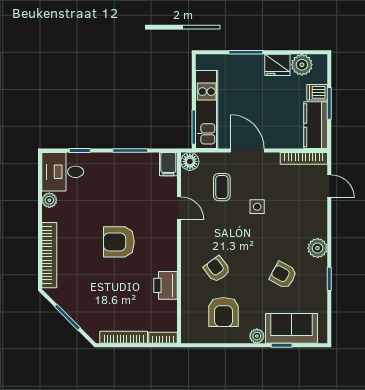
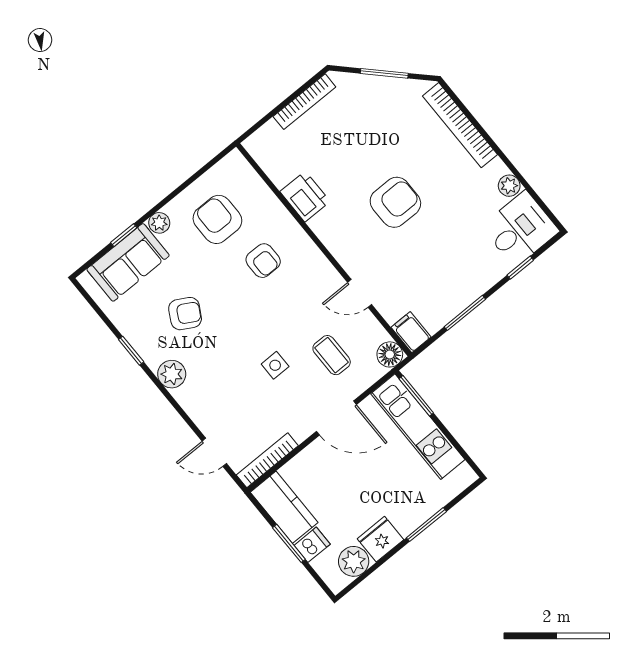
armchair: (217, 269) -> (263, 261), turned 37
bookcase: (163, 338) -> (261, 137), removed

